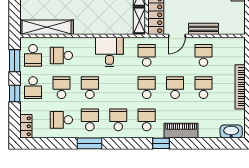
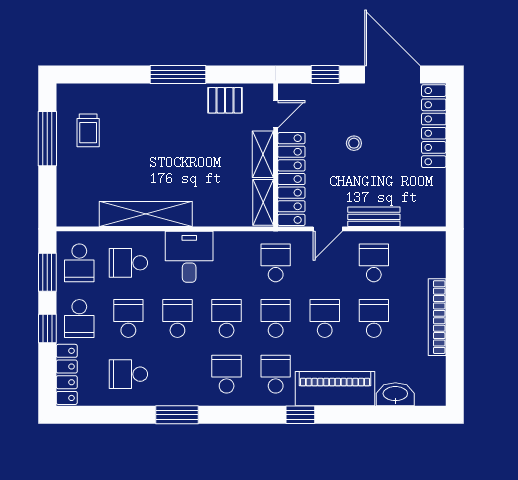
shelving: (47, 27) -> (146, 214), moved
desk: (109, 52) -> (189, 257), moved
school desk: (90, 120) -> (227, 318), moved
locker: (26, 126) -> (67, 374), width x1.53
piano: (181, 131) -> (335, 389), width x1.37, depth x1.33
washbasin: (231, 131) -> (395, 394), moved

